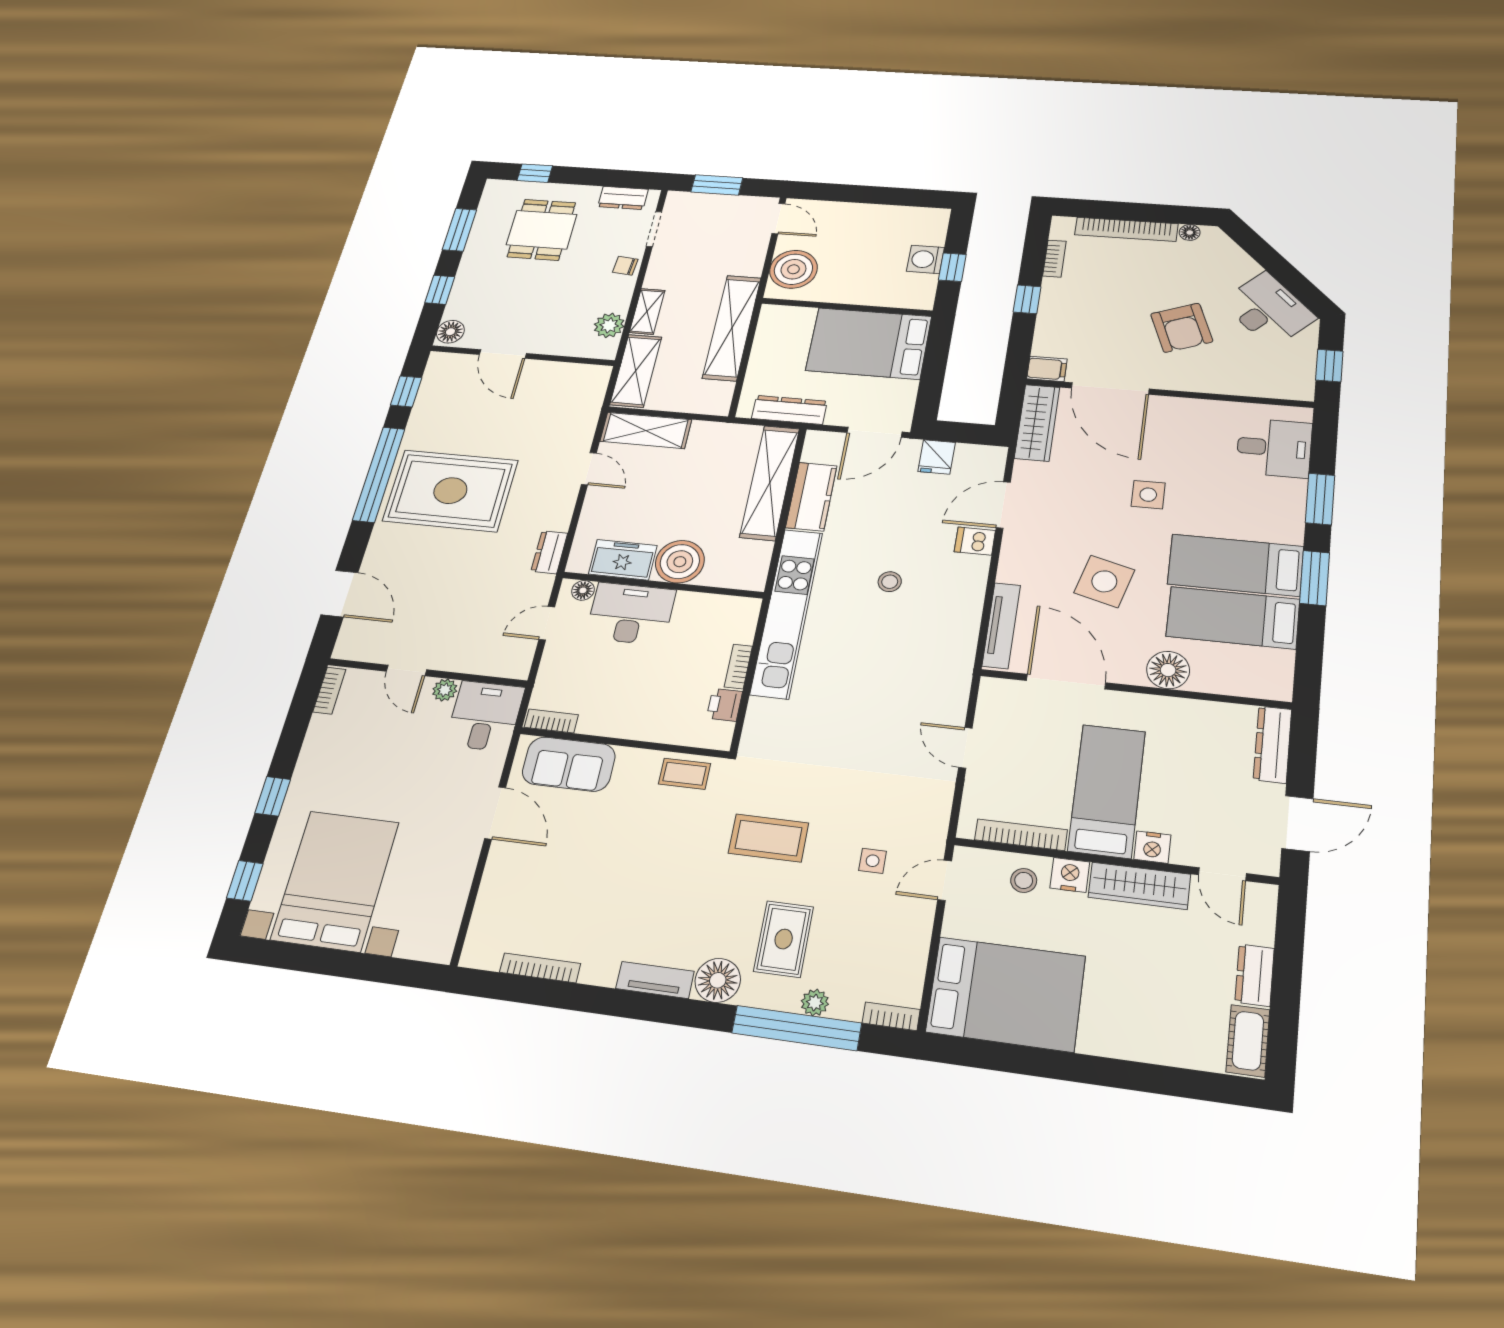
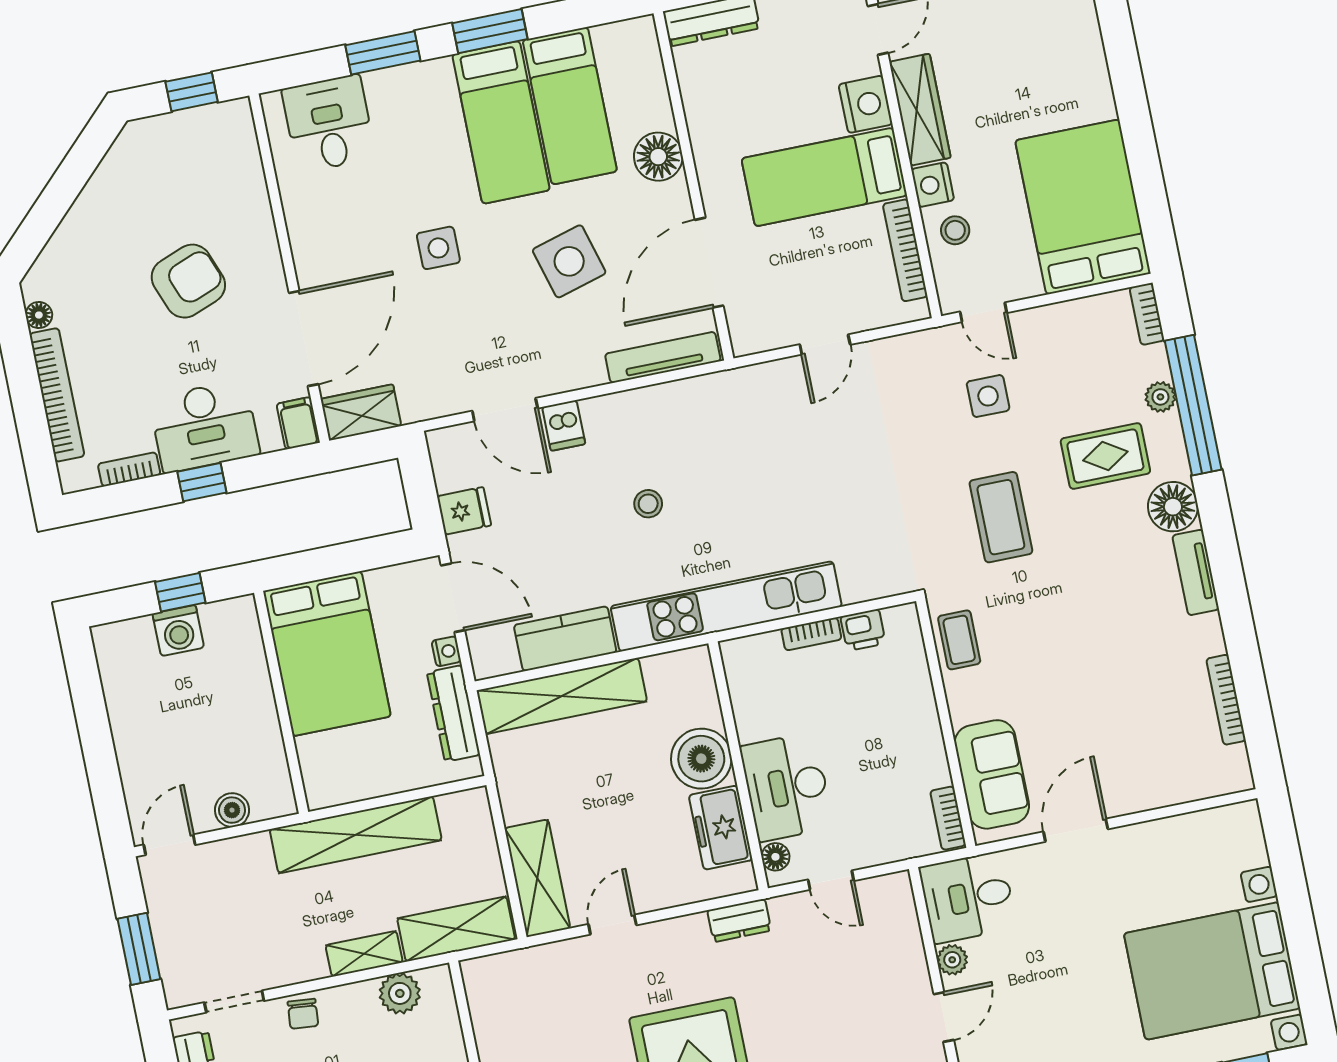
boiler: (793, 269) -> (232, 810), width x0.54, depth x0.54
desk: (1268, 310) -> (204, 426), moved, turned -135
nightstand: (837, 418) -> (446, 651), added
wardrobe: (1037, 423) -> (361, 412), width x0.67
side table: (1104, 581) -> (569, 261), turned -31
nightstand: (1152, 847) -> (866, 104), width x1.36, depth x1.33
side table: (873, 861) -> (988, 396), width x1.37, depth x1.37

